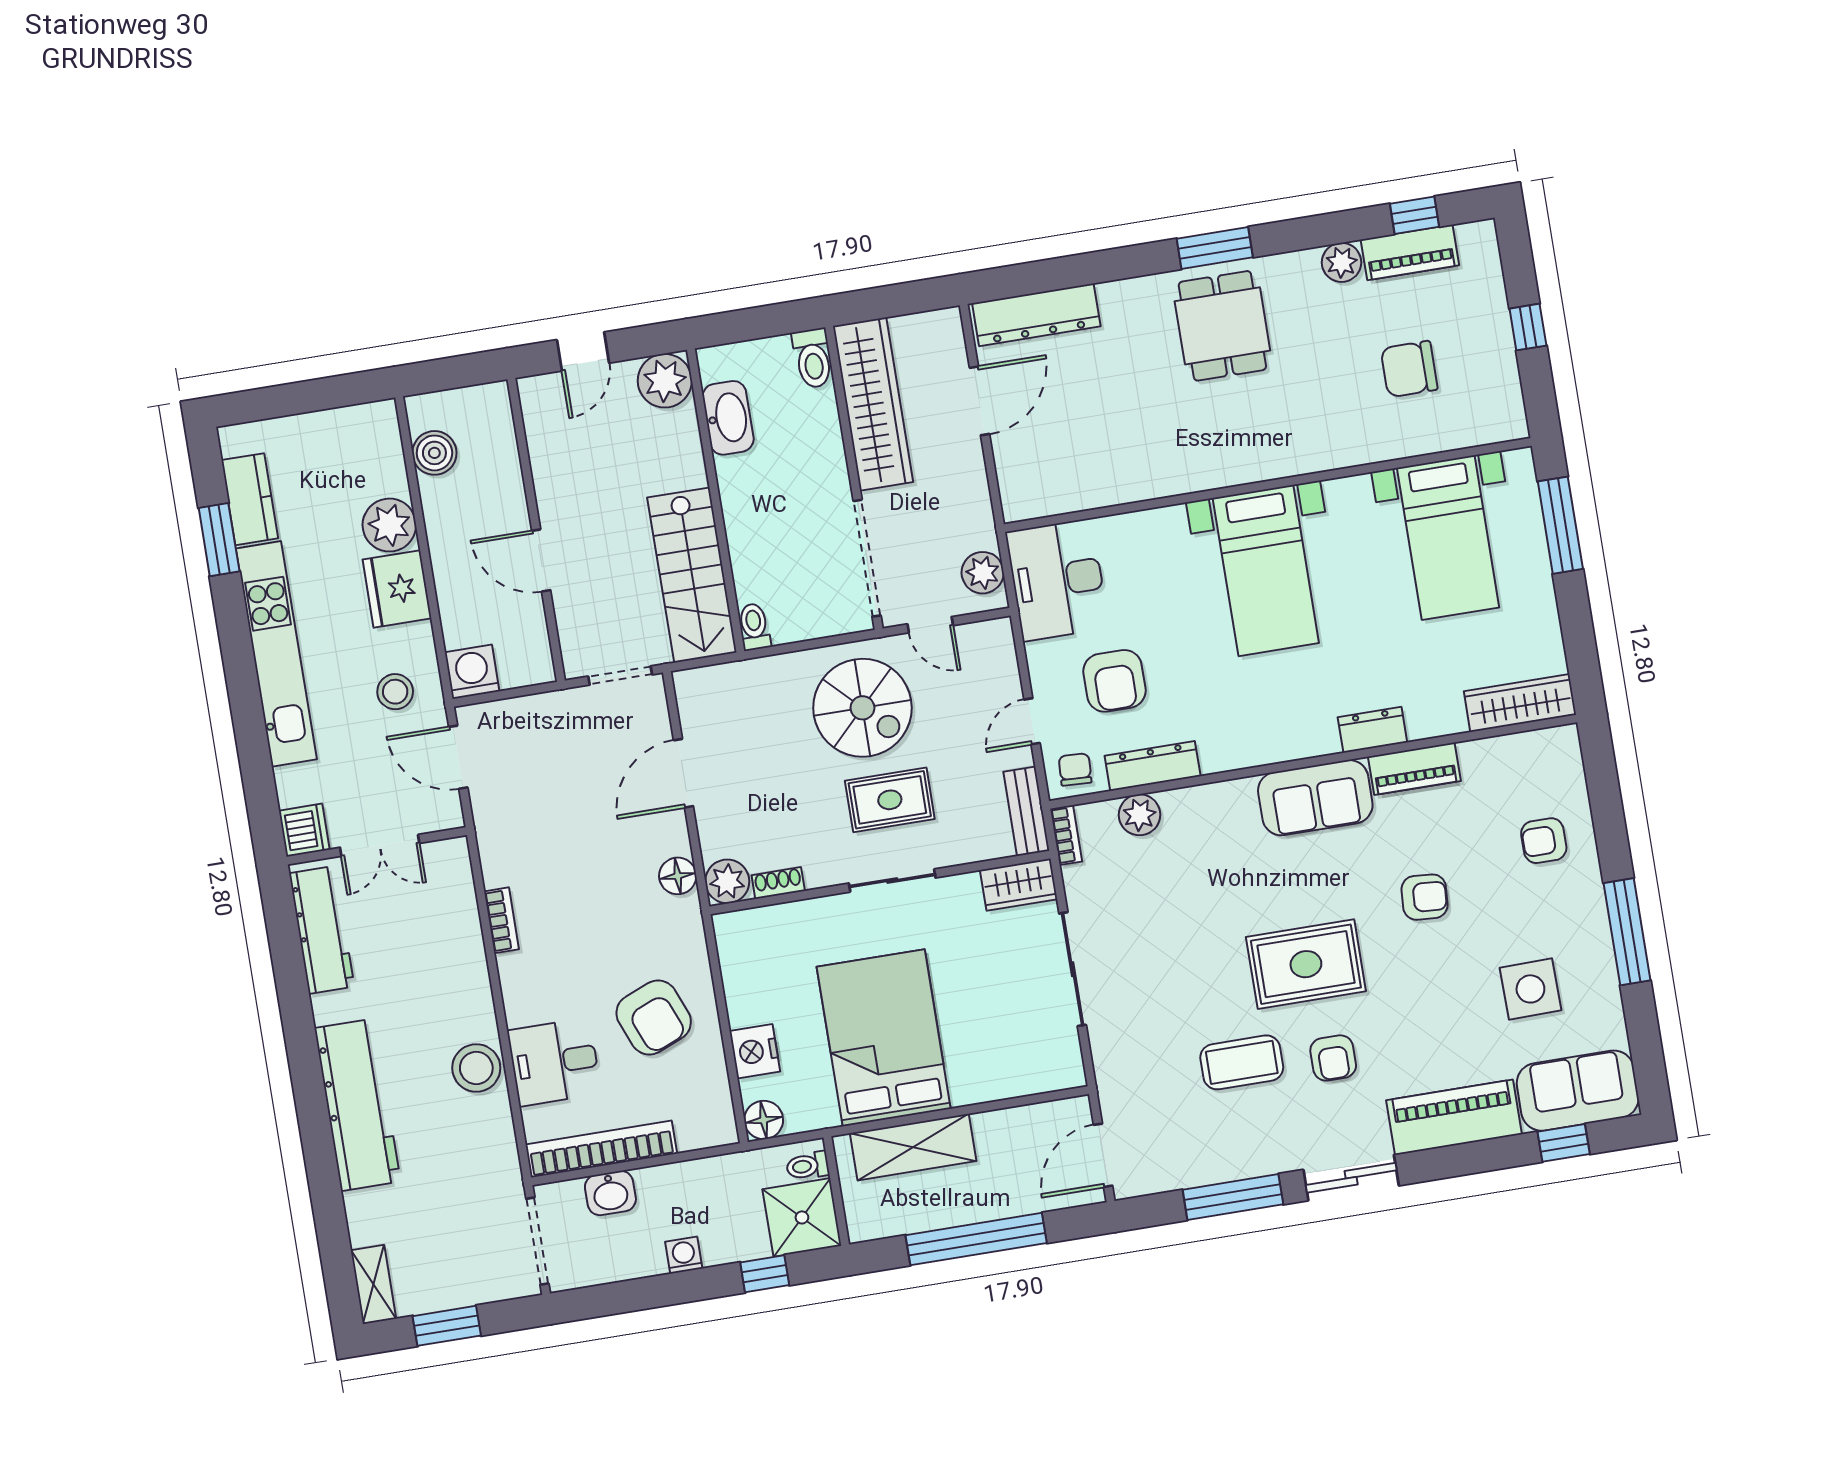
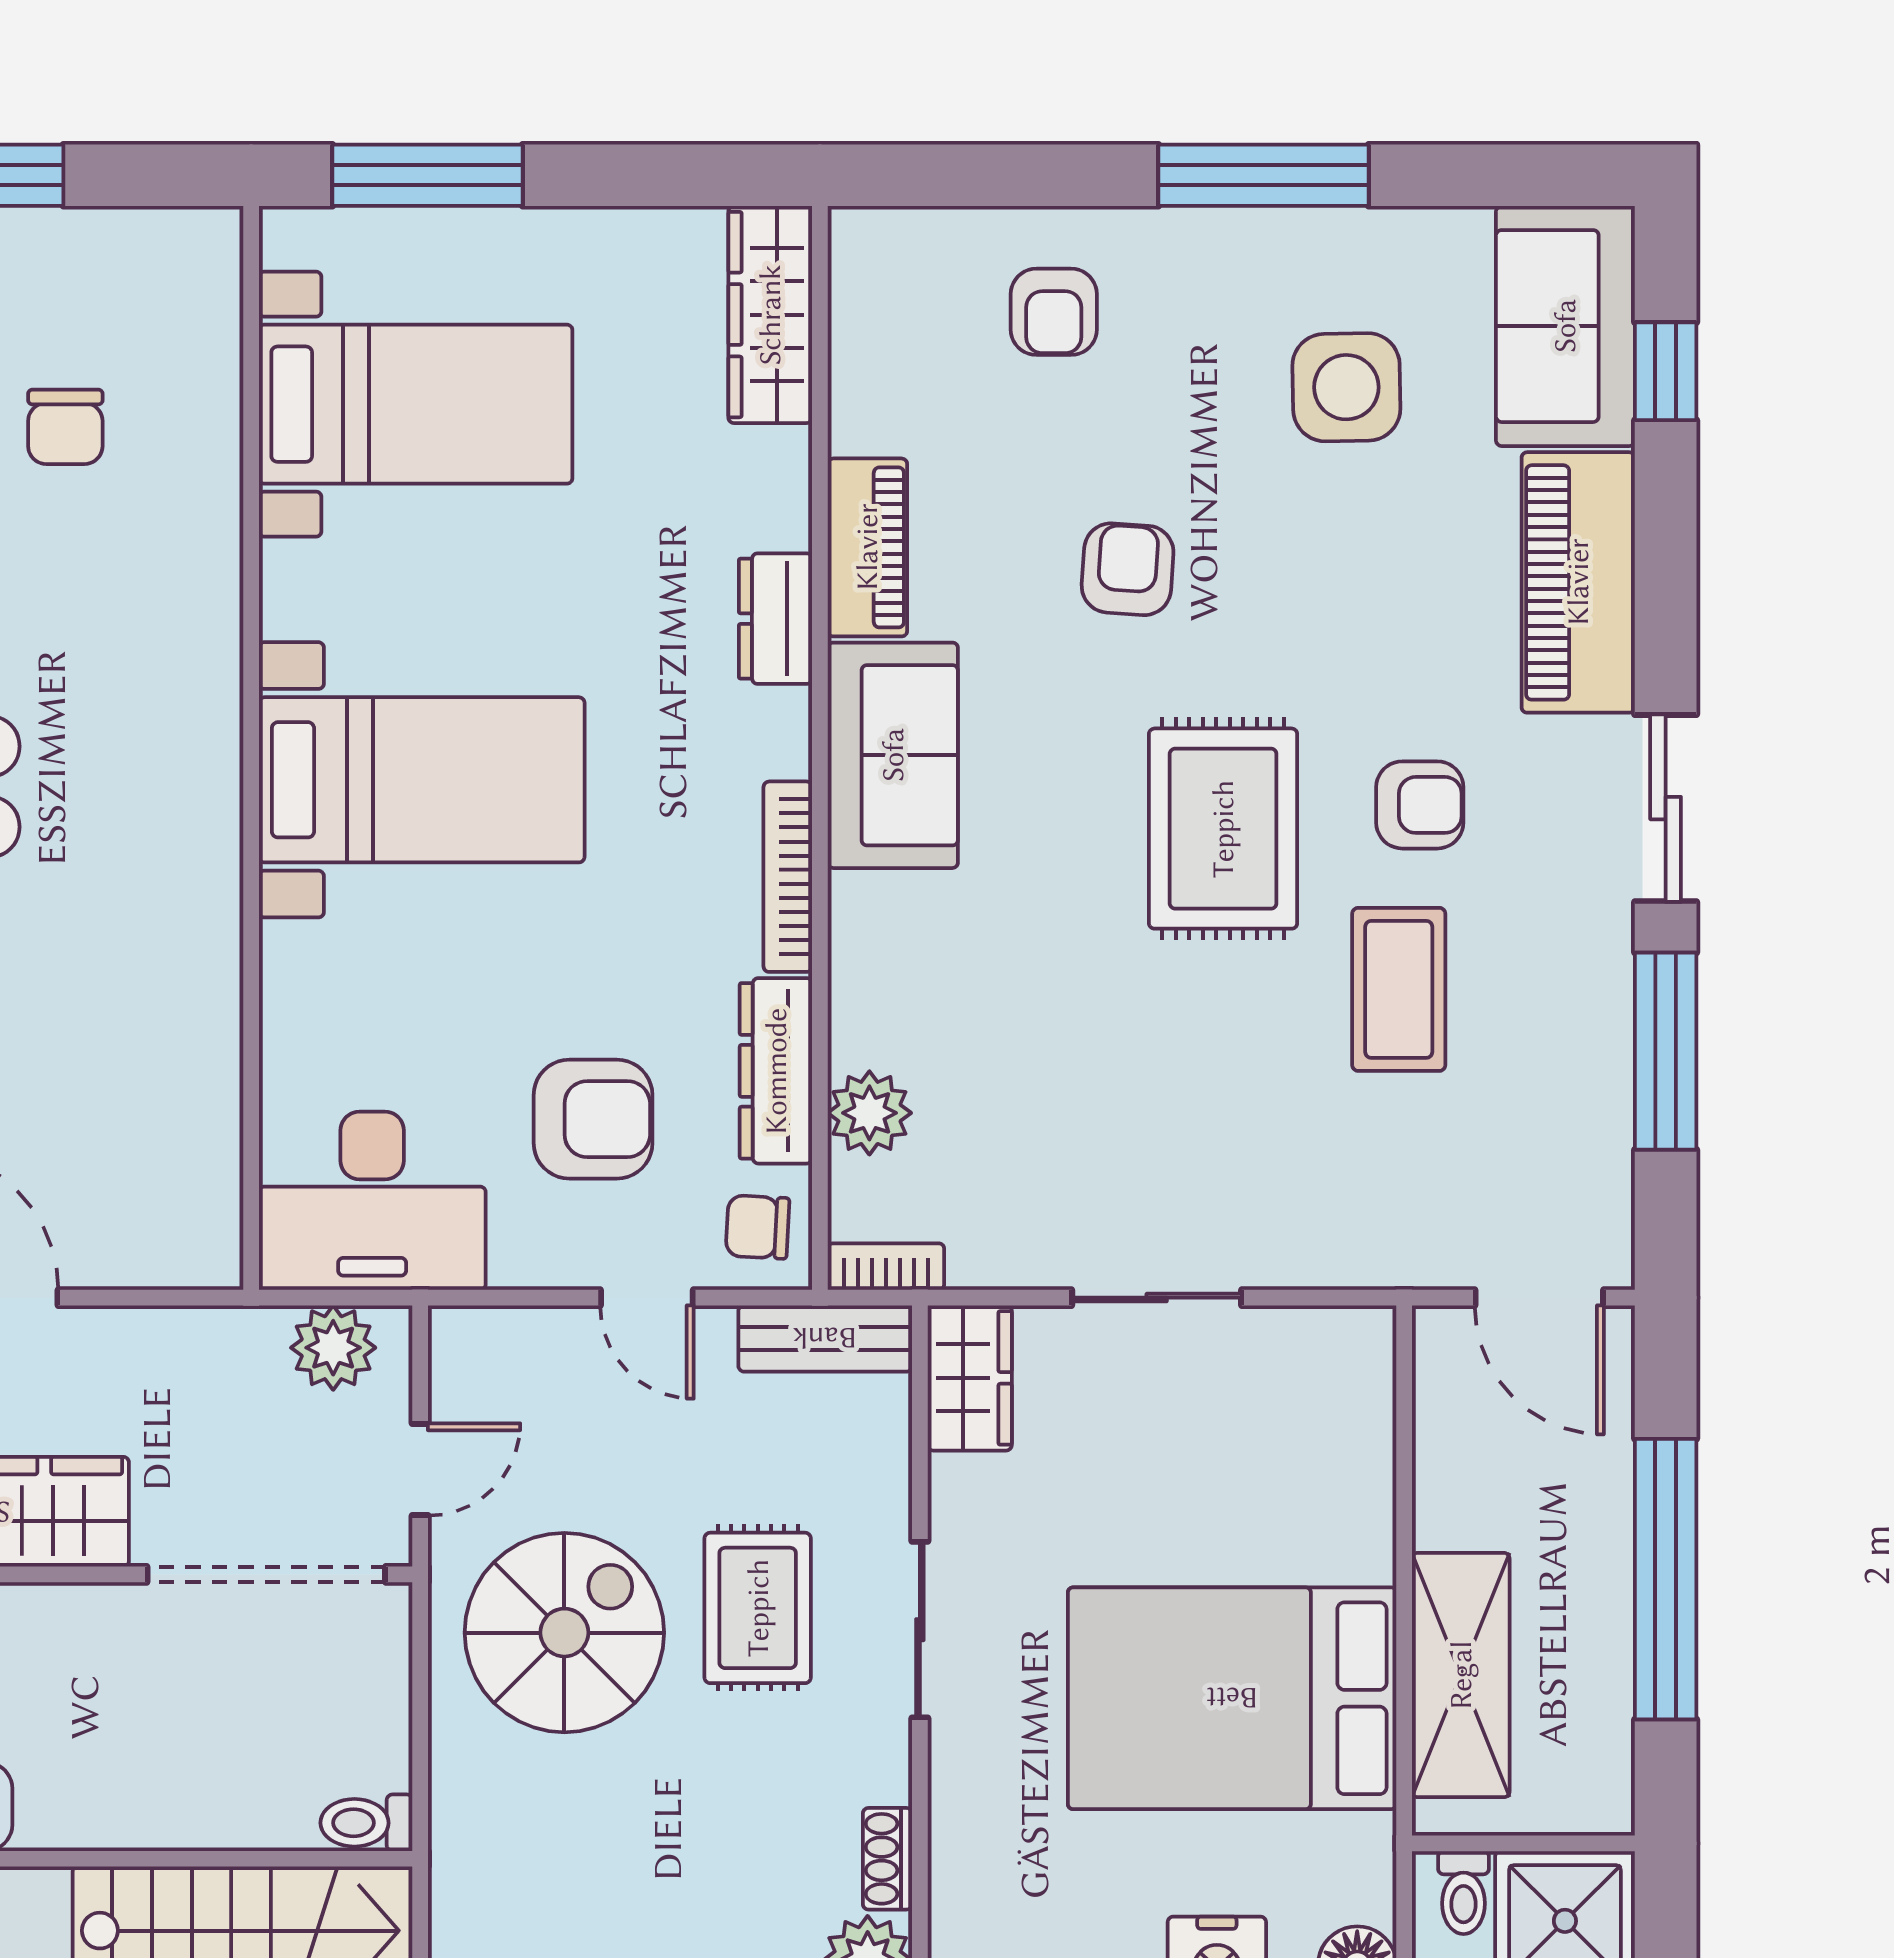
chair: (1409, 369) -> (65, 427), width x0.73, depth x0.73
bookcase: (1248, 756) -> (788, 877), added
sliding door: (1073, 969) -> (1157, 1298), width x0.73

